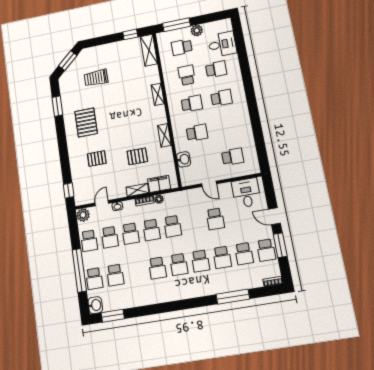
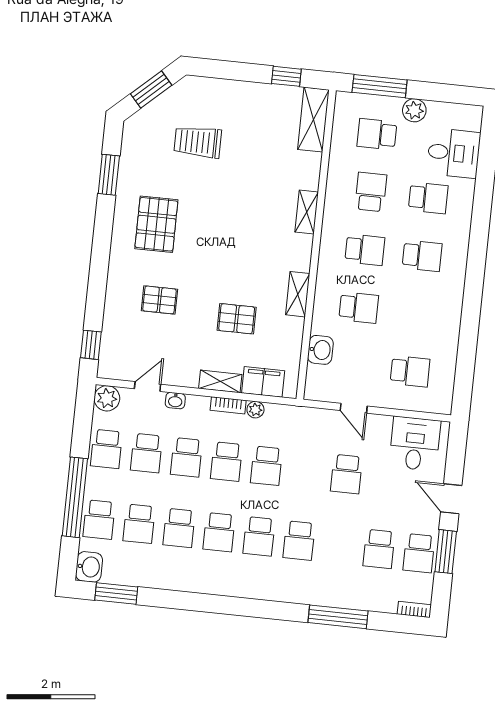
school desk: (222, 257) -> (179, 528), moved

